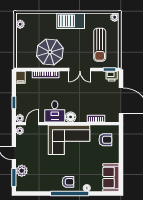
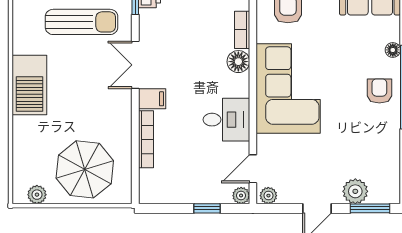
parasol: (50, 52) -> (85, 169), moved
double door: (80, 70) -> (135, 65), swing flipped
filing cabinet: (21, 77) -> (152, 99), moved
floor lamp: (71, 117) -> (238, 62), moved
door: (32, 124) -> (253, 169), hinge flipped

